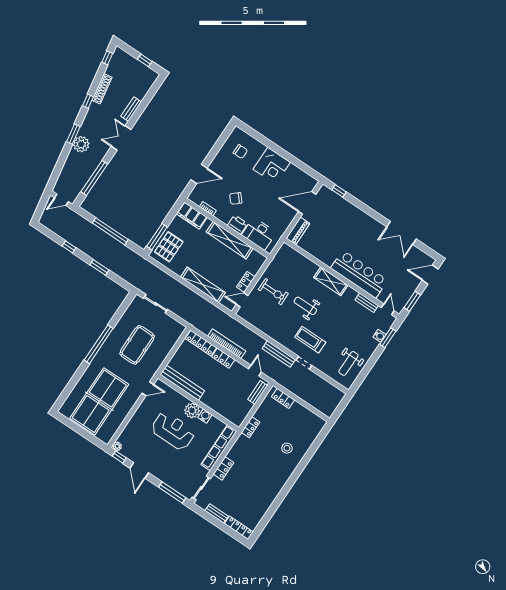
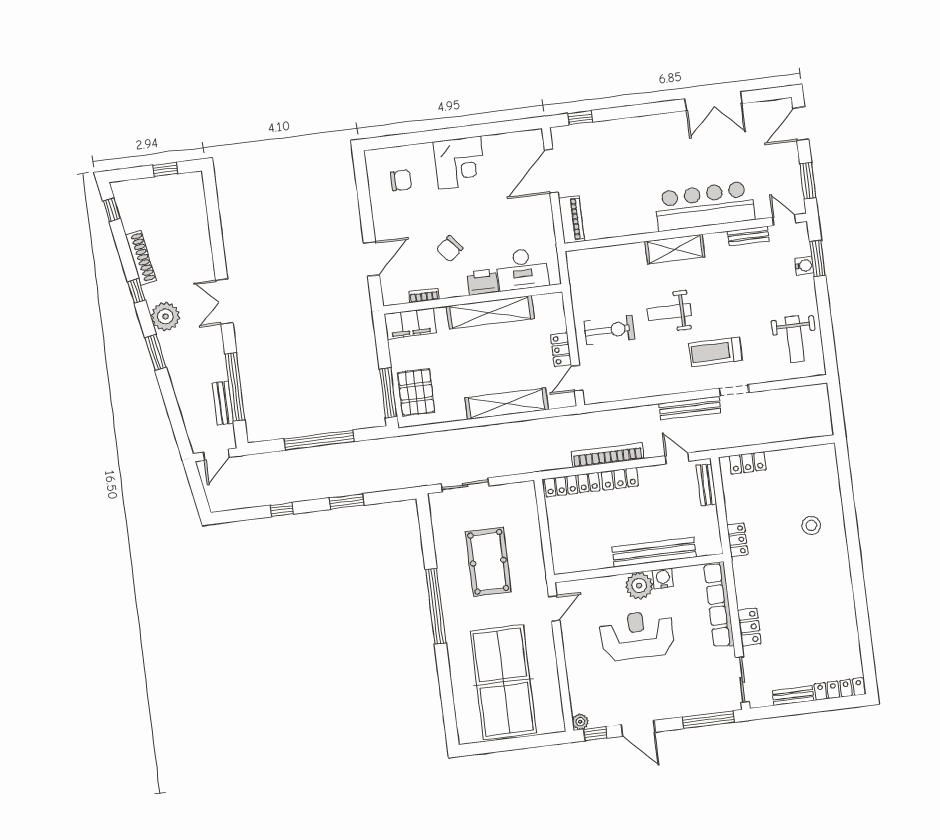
bench: (131, 109) -> (223, 403), moved
plant: (81, 144) -> (165, 316), moved
bench: (182, 383) -> (654, 552), moved

